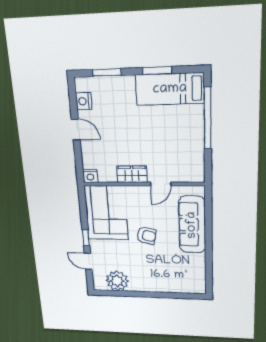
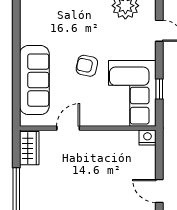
wardrobe: (132, 174) -> (29, 148), moved, turned -90
window: (86, 238) -> (159, 89), moved

